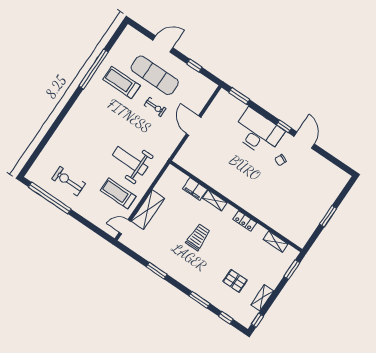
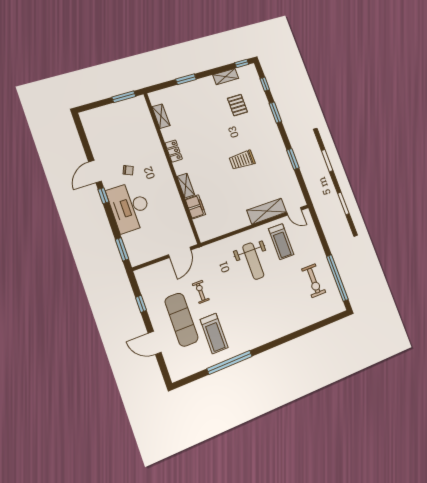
filing cabinet: (195, 189) -> (195, 207), moved
shelving: (215, 200) -> (186, 186), moved
wall: (236, 206) -> (172, 168), moved
locker: (245, 221) -> (174, 151), moved
shelving: (276, 242) -> (161, 116), moved

